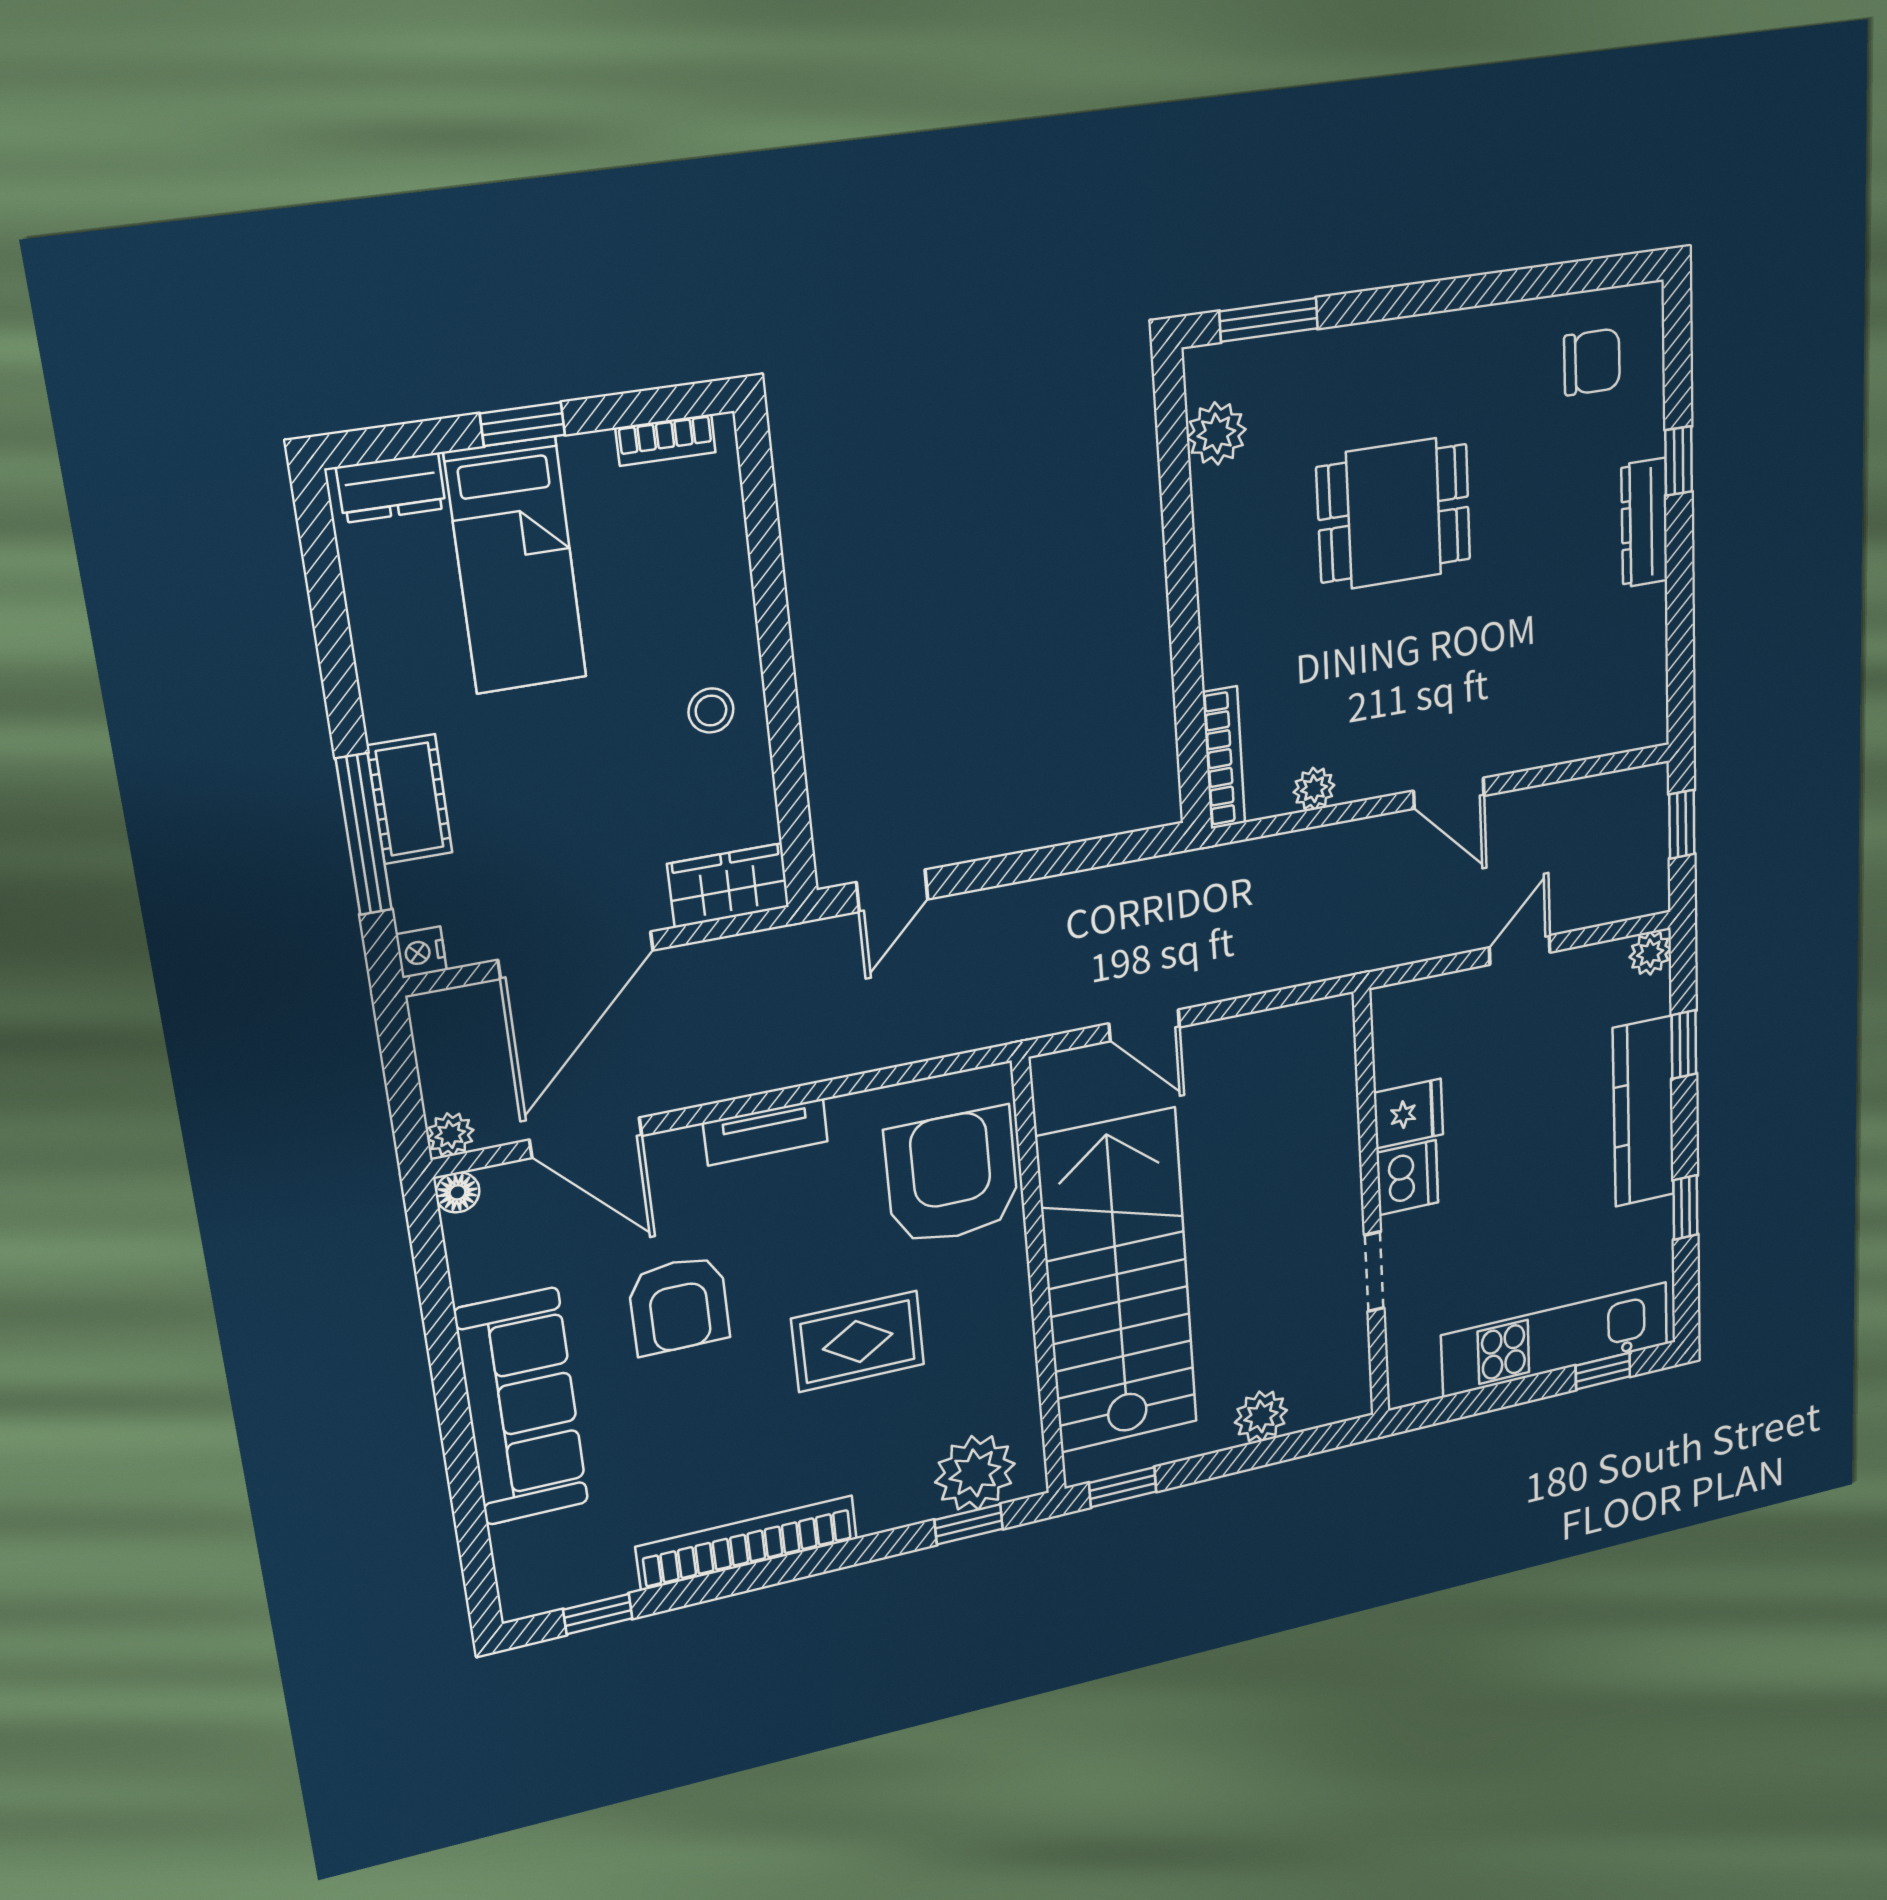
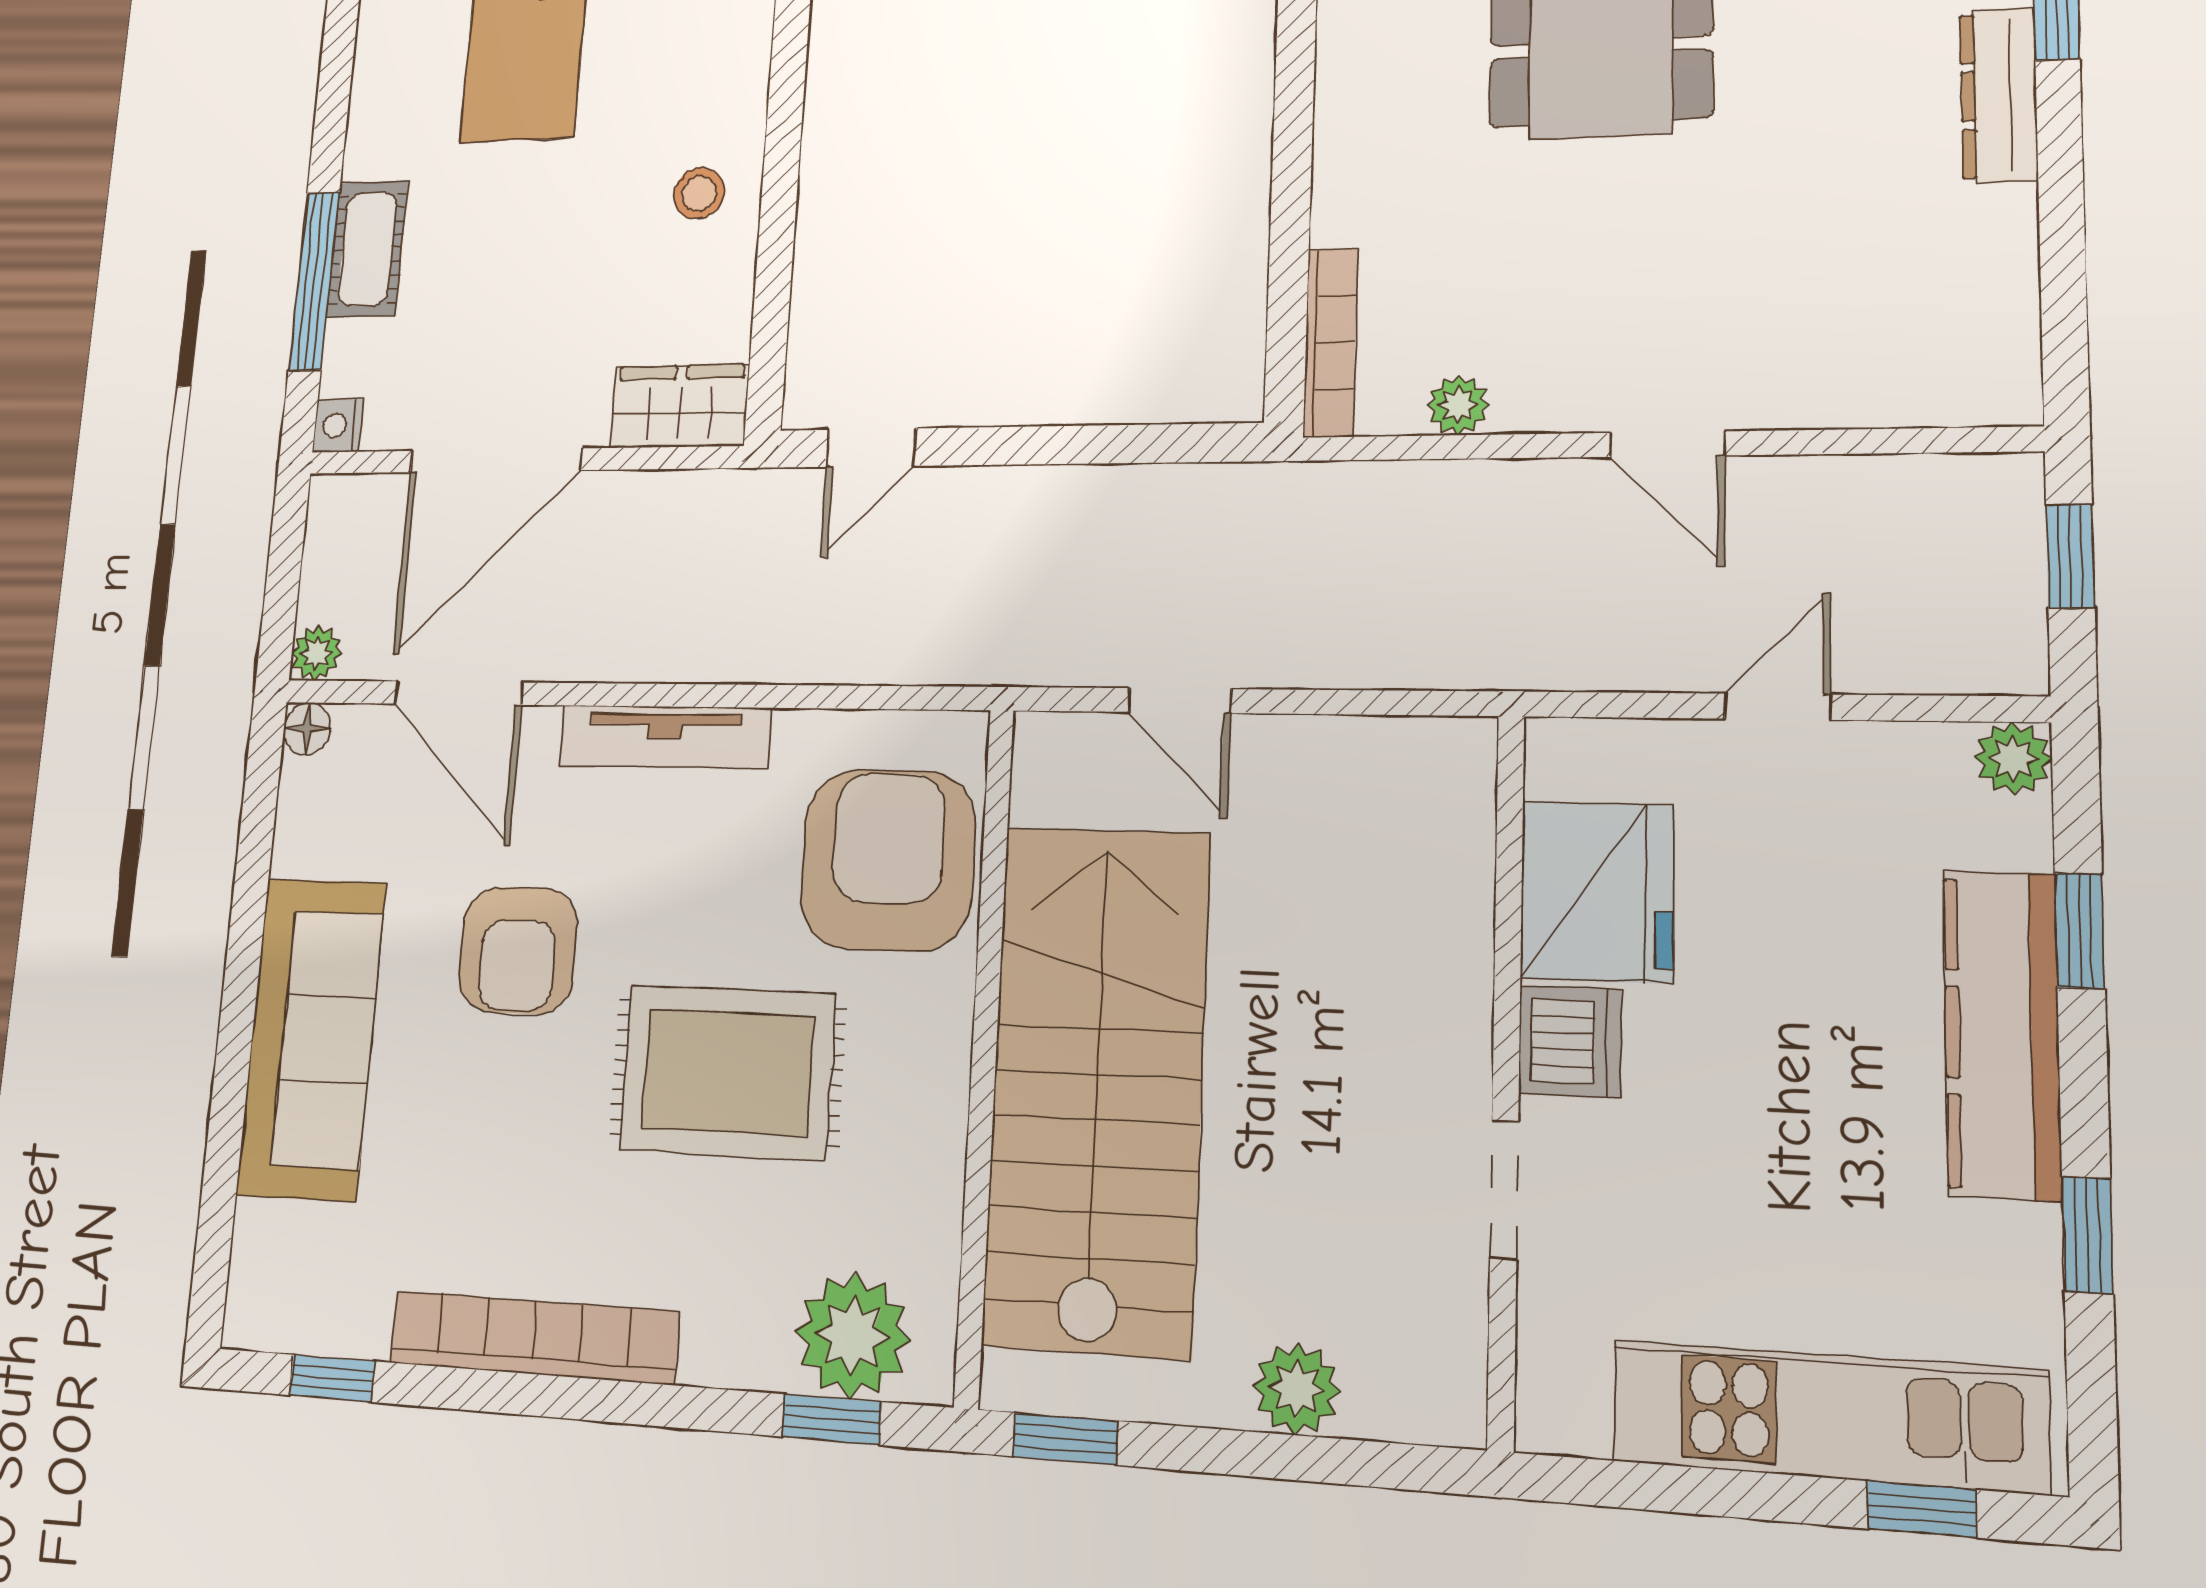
fridge: (1409, 1114) -> (1597, 892), width x1.88, depth x1.34
tv unit: (766, 1132) -> (665, 737), width x1.41
rug: (858, 1342) -> (727, 1072), width x1.36, depth x1.43

